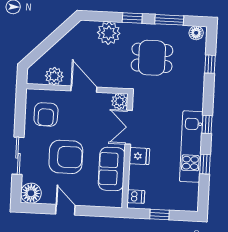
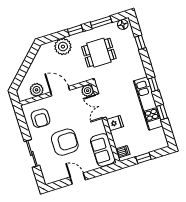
sofa: (112, 169) -> (103, 150), moved
floor lamp: (31, 193) -> (50, 176), removed

